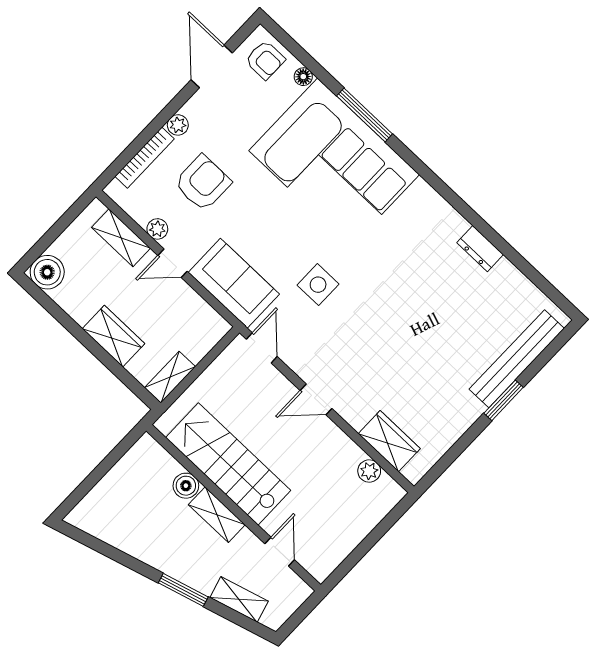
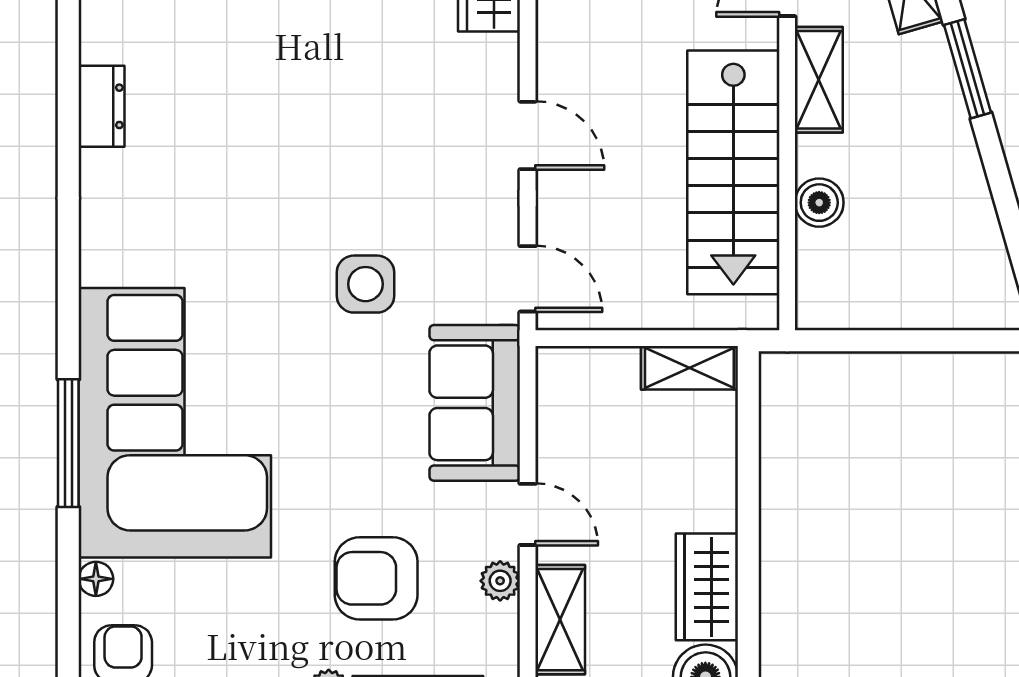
wardrobe: (113, 336) -> (707, 587), moved
door: (262, 348) -> (528, 279), swing flipped
shelving: (217, 515) -> (819, 80), moved

